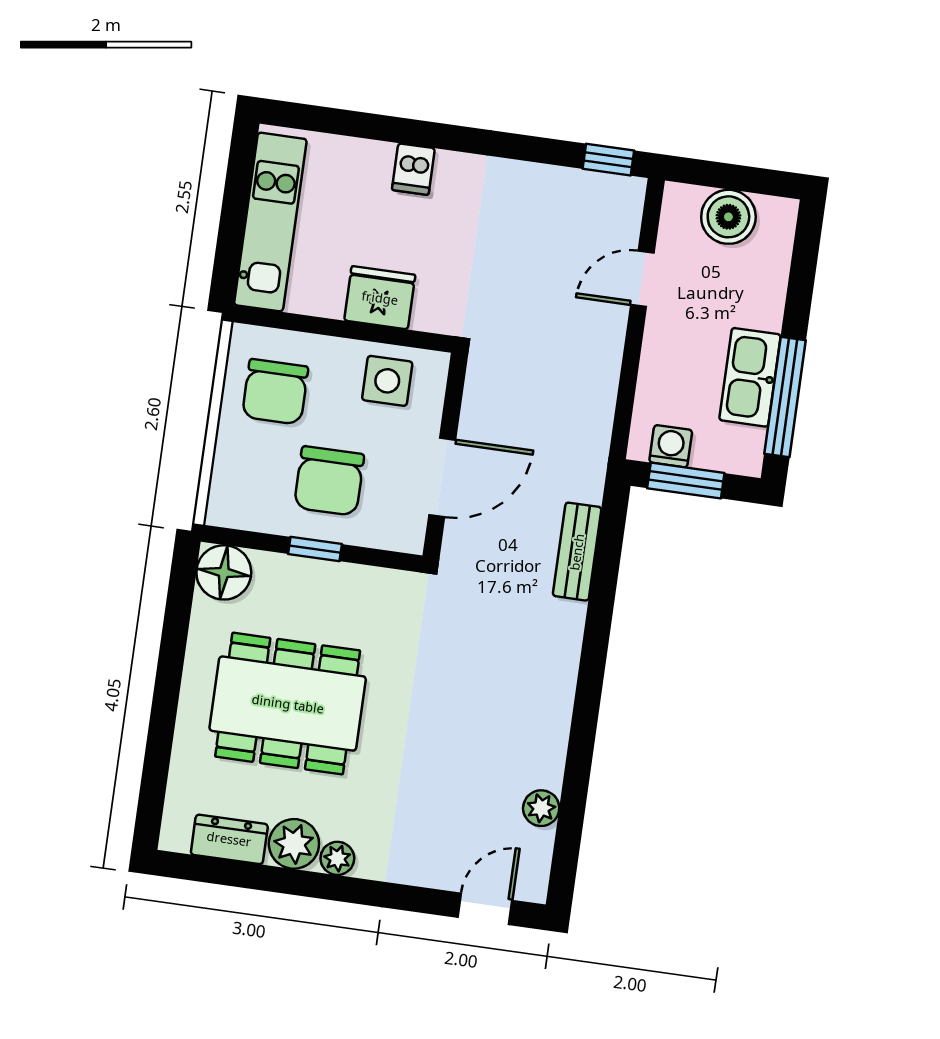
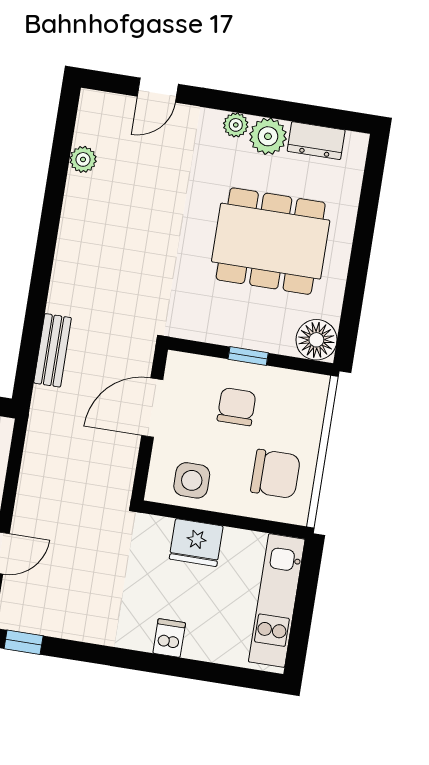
chair: (275, 392) -> (276, 474), turned 90
chair: (329, 481) -> (237, 407), width x0.73, depth x0.73
door: (485, 909) -> (158, 90), moved

